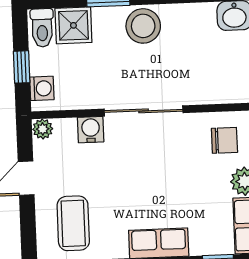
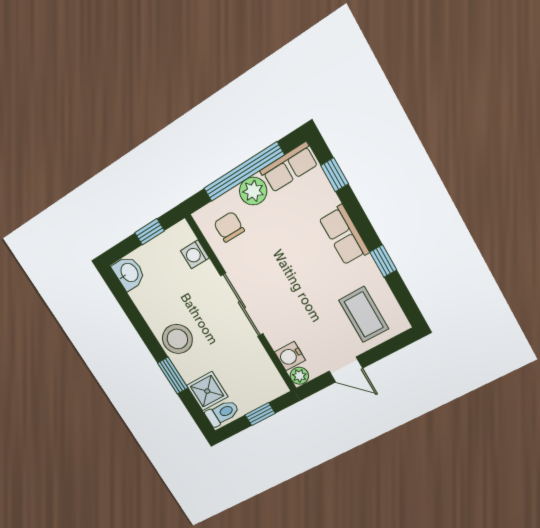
washing machine: (42, 88) -> (195, 254), moved, turned -90
water cooler: (91, 130) -> (290, 356), moved
coffee table: (73, 223) -> (364, 314), turned 90

